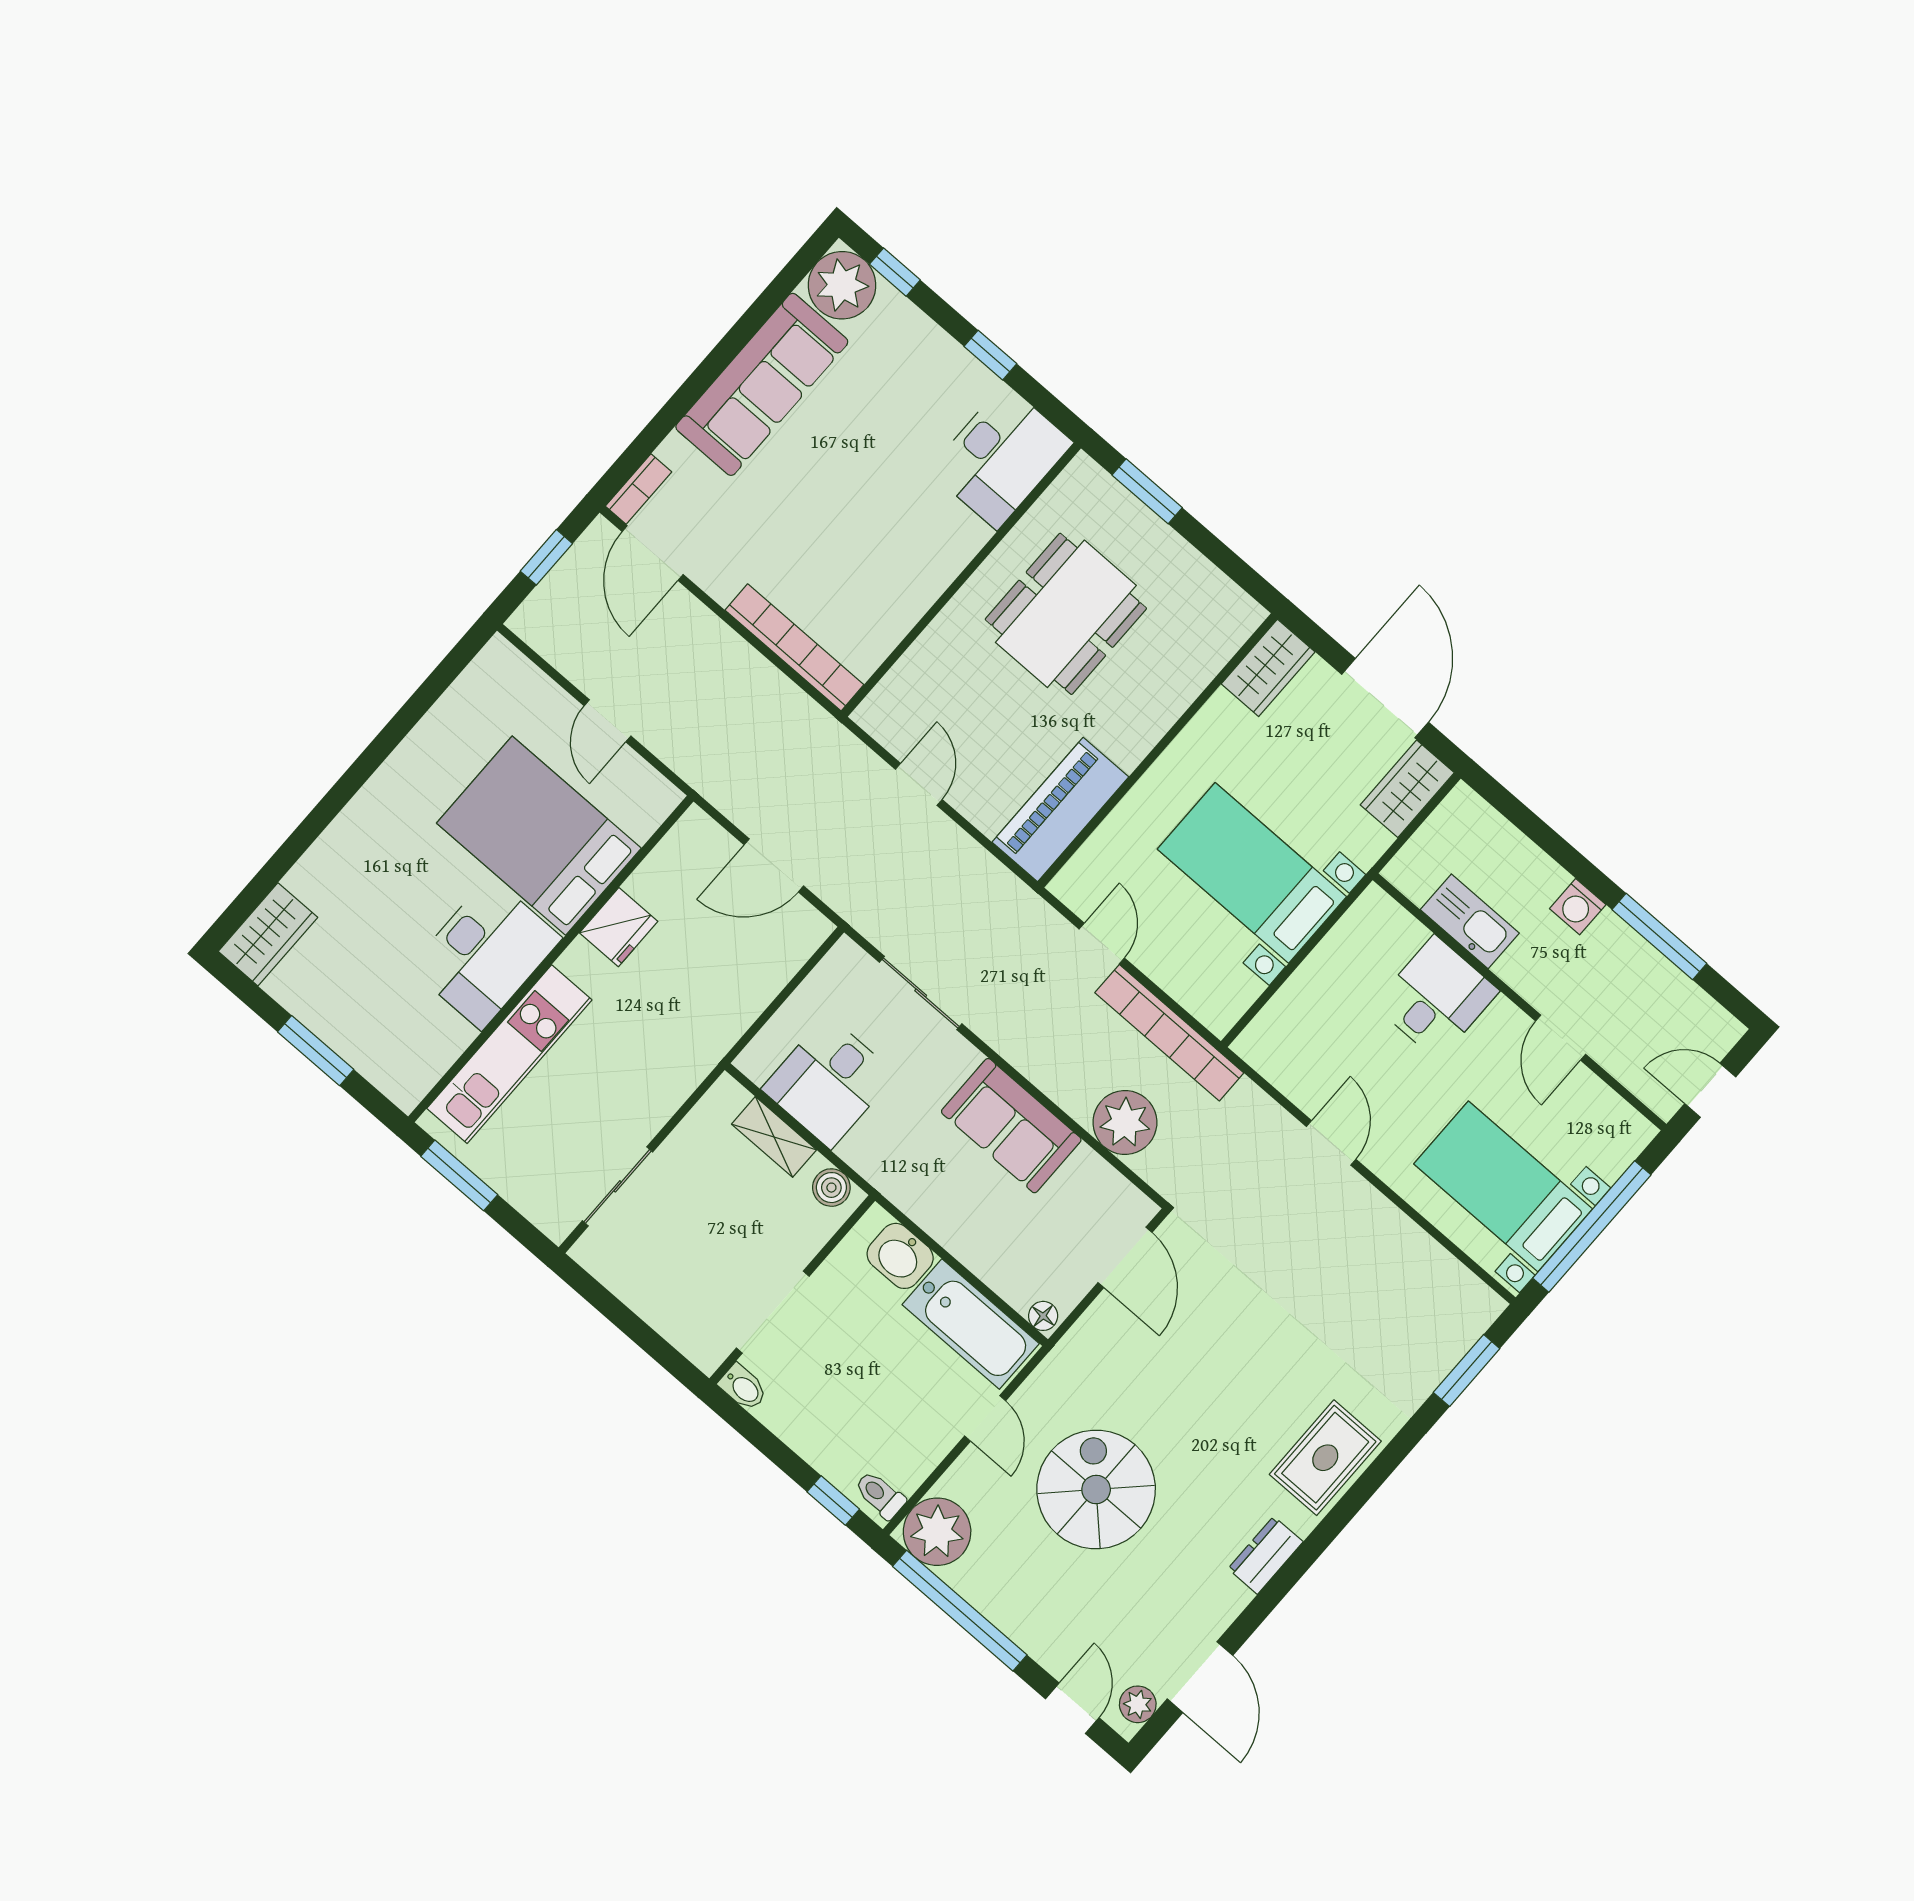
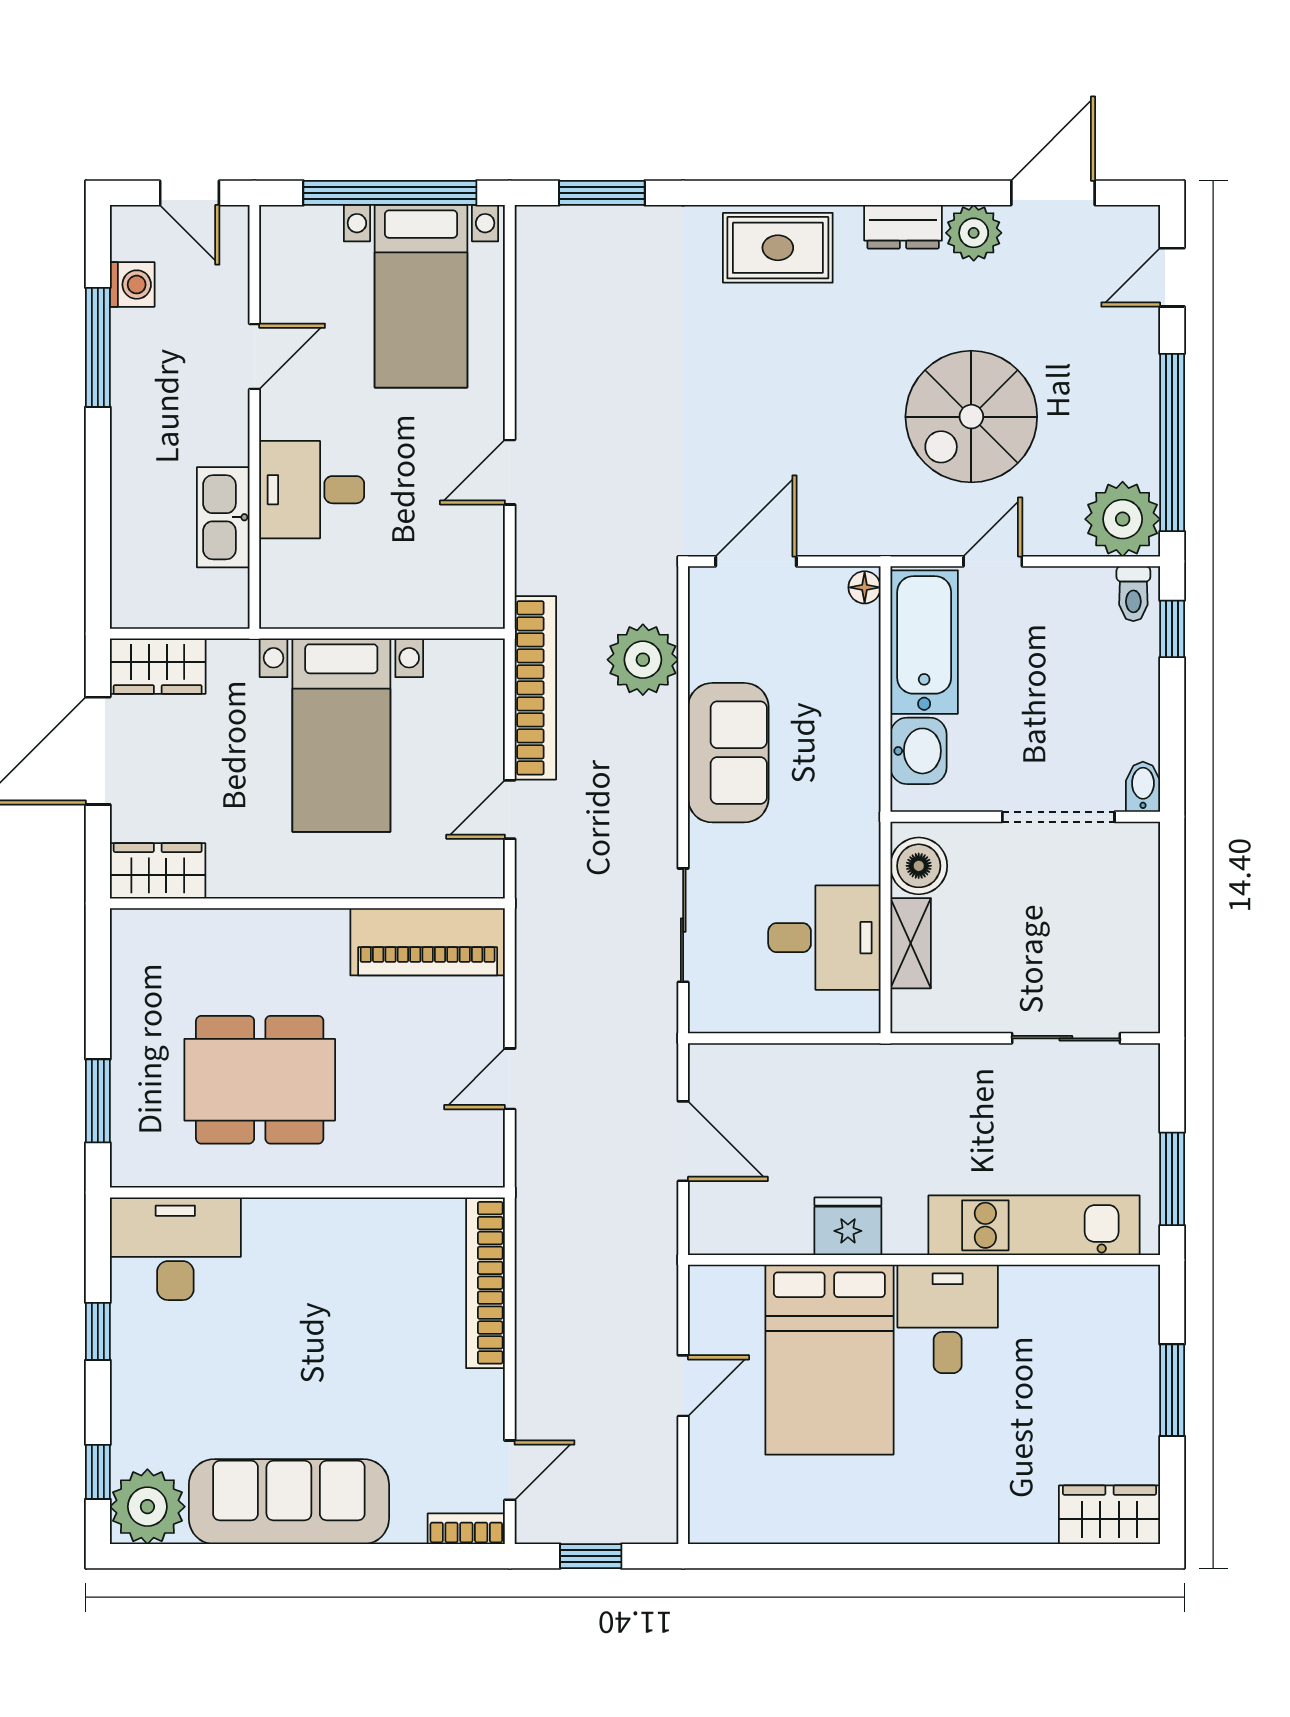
door: (653, 553) -> (510, 1470), width x0.73
washing machine: (1578, 907) -> (132, 285), moved
desk: (486, 953) -> (948, 1319), width x0.73
boiler: (831, 1188) -> (919, 866), width x1.36, depth x1.36
plant: (1138, 1704) -> (974, 233), moved, width x1.38, depth x1.38

